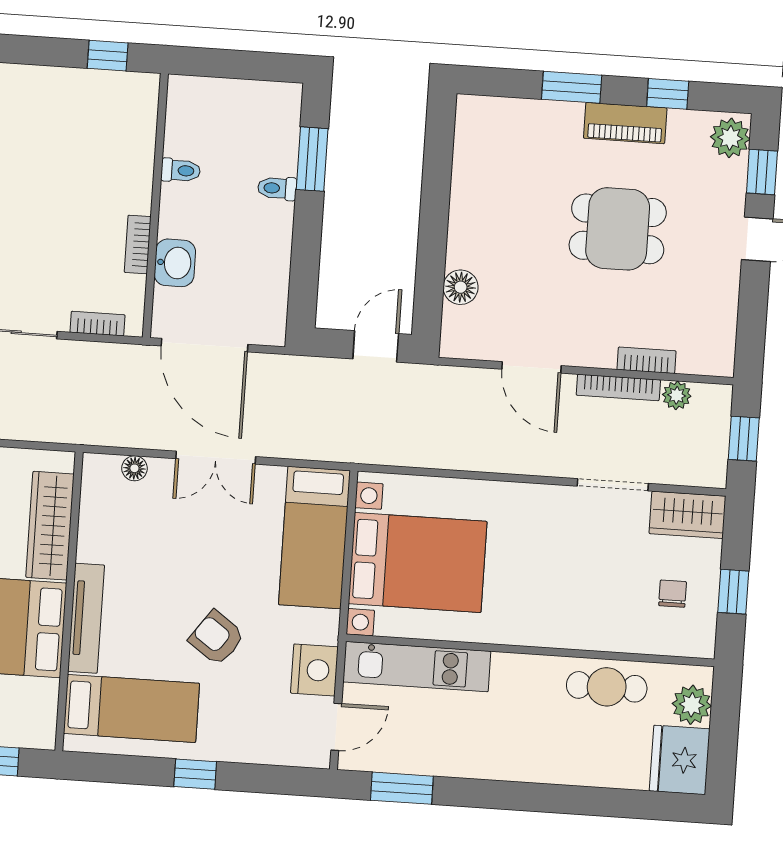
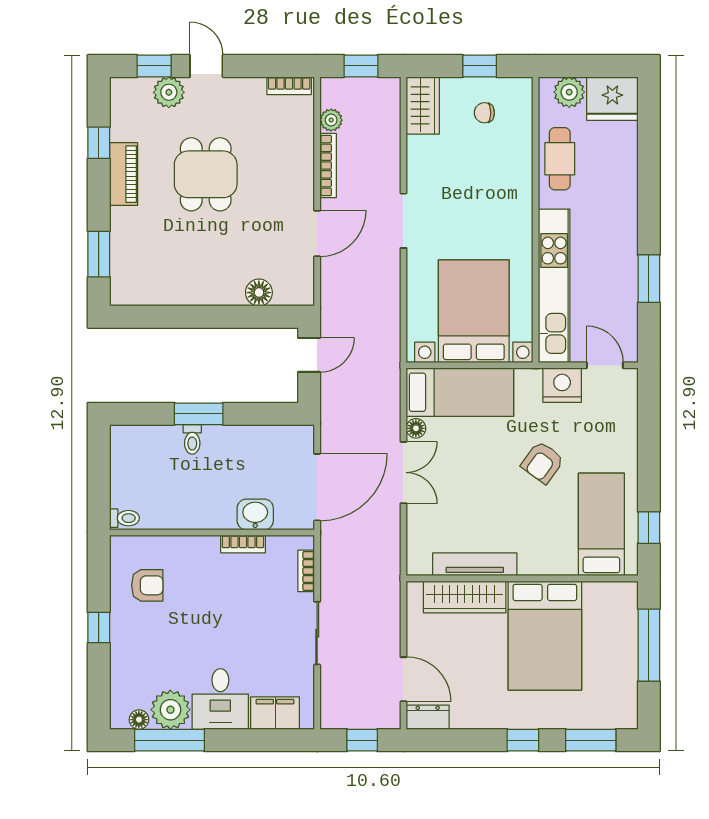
window: (108, 56) -> (99, 628), moved
window: (572, 87) -> (99, 254), moved
armchair: (93, 117) -> (147, 585), added
plant: (730, 138) -> (169, 92), moved
window: (312, 159) -> (199, 414), moved
toilet: (181, 170) -> (124, 518), moved, turned 90
door: (376, 346) -> (309, 355), swing flipped
bookcase: (646, 360) -> (289, 86), moved, turned -90
floor lamp: (134, 468) -> (416, 428), moved
doorway: (613, 485) -> (403, 221), moved
tv unit: (86, 618) -> (475, 564), moved
kitchen unit: (417, 667) -> (554, 286), width x1.36
window: (195, 774) -> (649, 528), moved
window: (402, 788) -> (649, 279), moved

